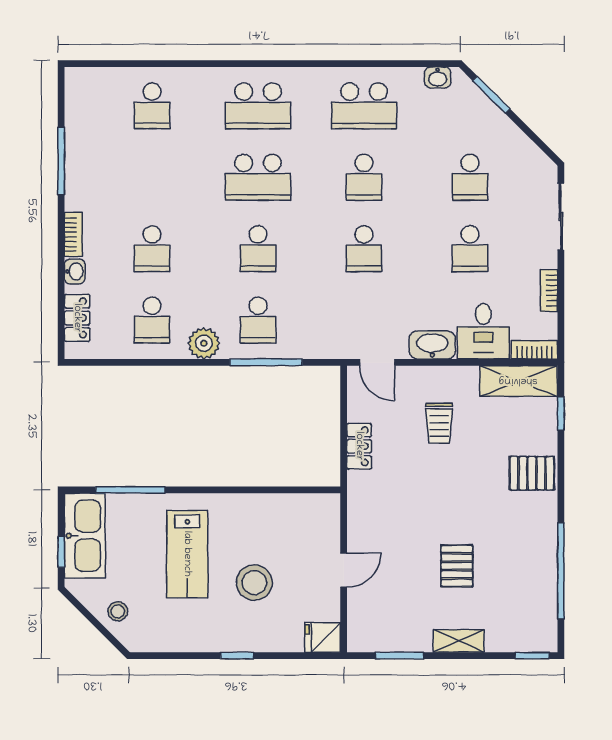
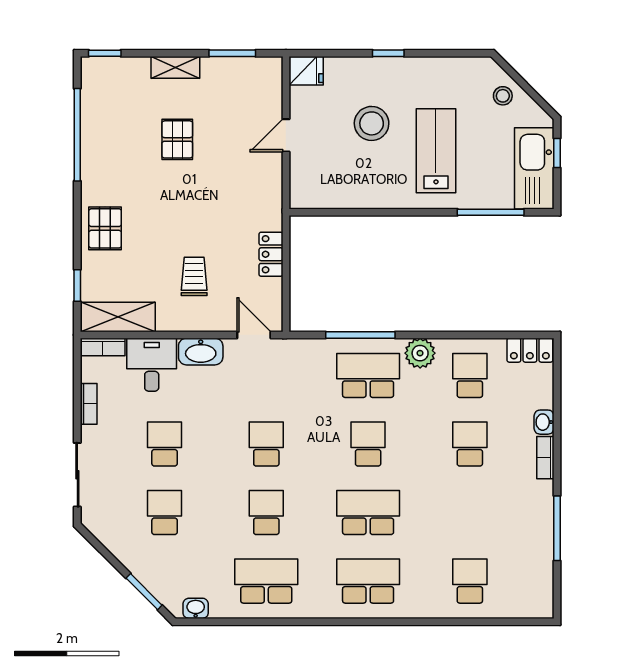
locker: (77, 318) -> (530, 350), moved, turned -90
school desk: (258, 320) -> (368, 375), width x1.85
pallet: (532, 473) -> (105, 228), turned 90

